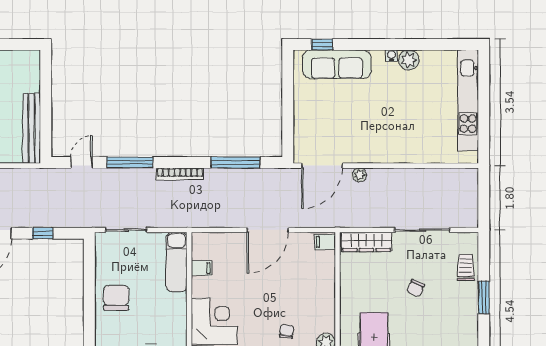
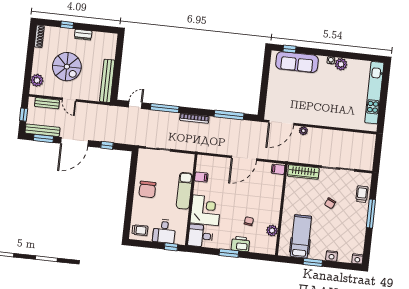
exam couch: (177, 262) -> (184, 191), moved
chair: (116, 298) -> (147, 189), turned 180
window: (484, 298) -> (371, 214), width x1.44

